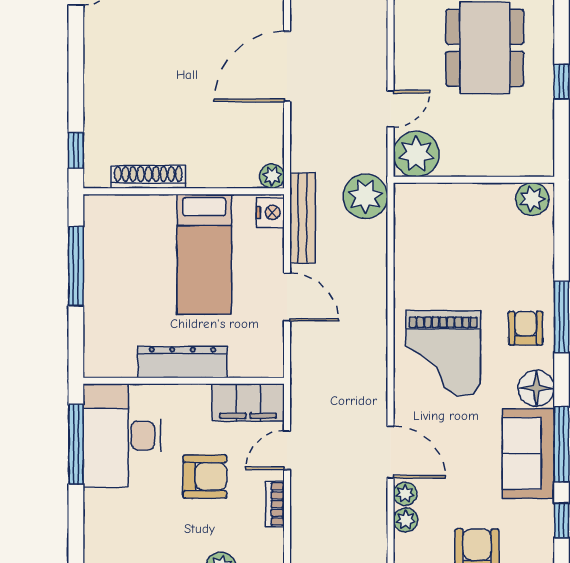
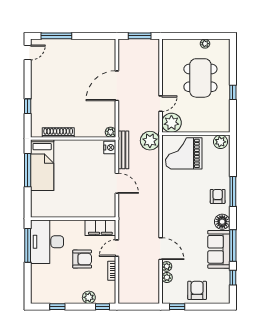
window: (76, 150) -> (28, 106), moved
bed: (204, 254) -> (42, 165), moved
grand piano: (443, 353) -> (184, 153), moved, turned 90
dresser: (182, 362) -> (73, 211), removed

